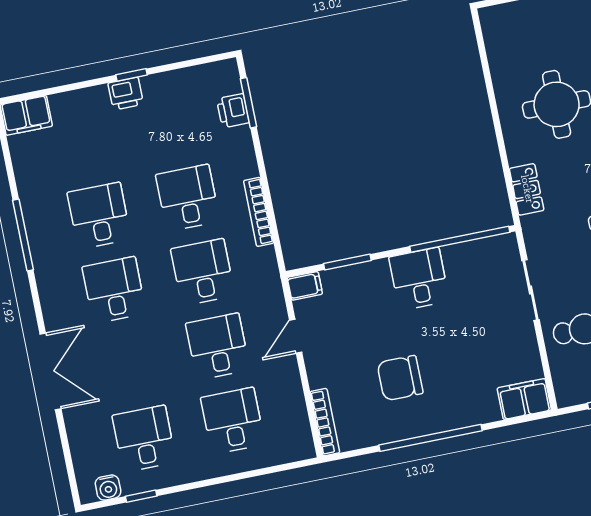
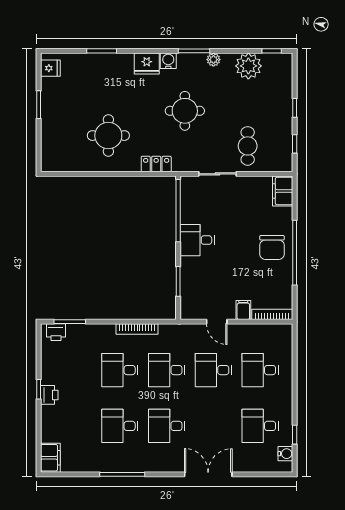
printer: (233, 111) -> (56, 332), moved
filing cabinet: (305, 286) -> (243, 310), moved
chair: (400, 378) -> (272, 247), moved

